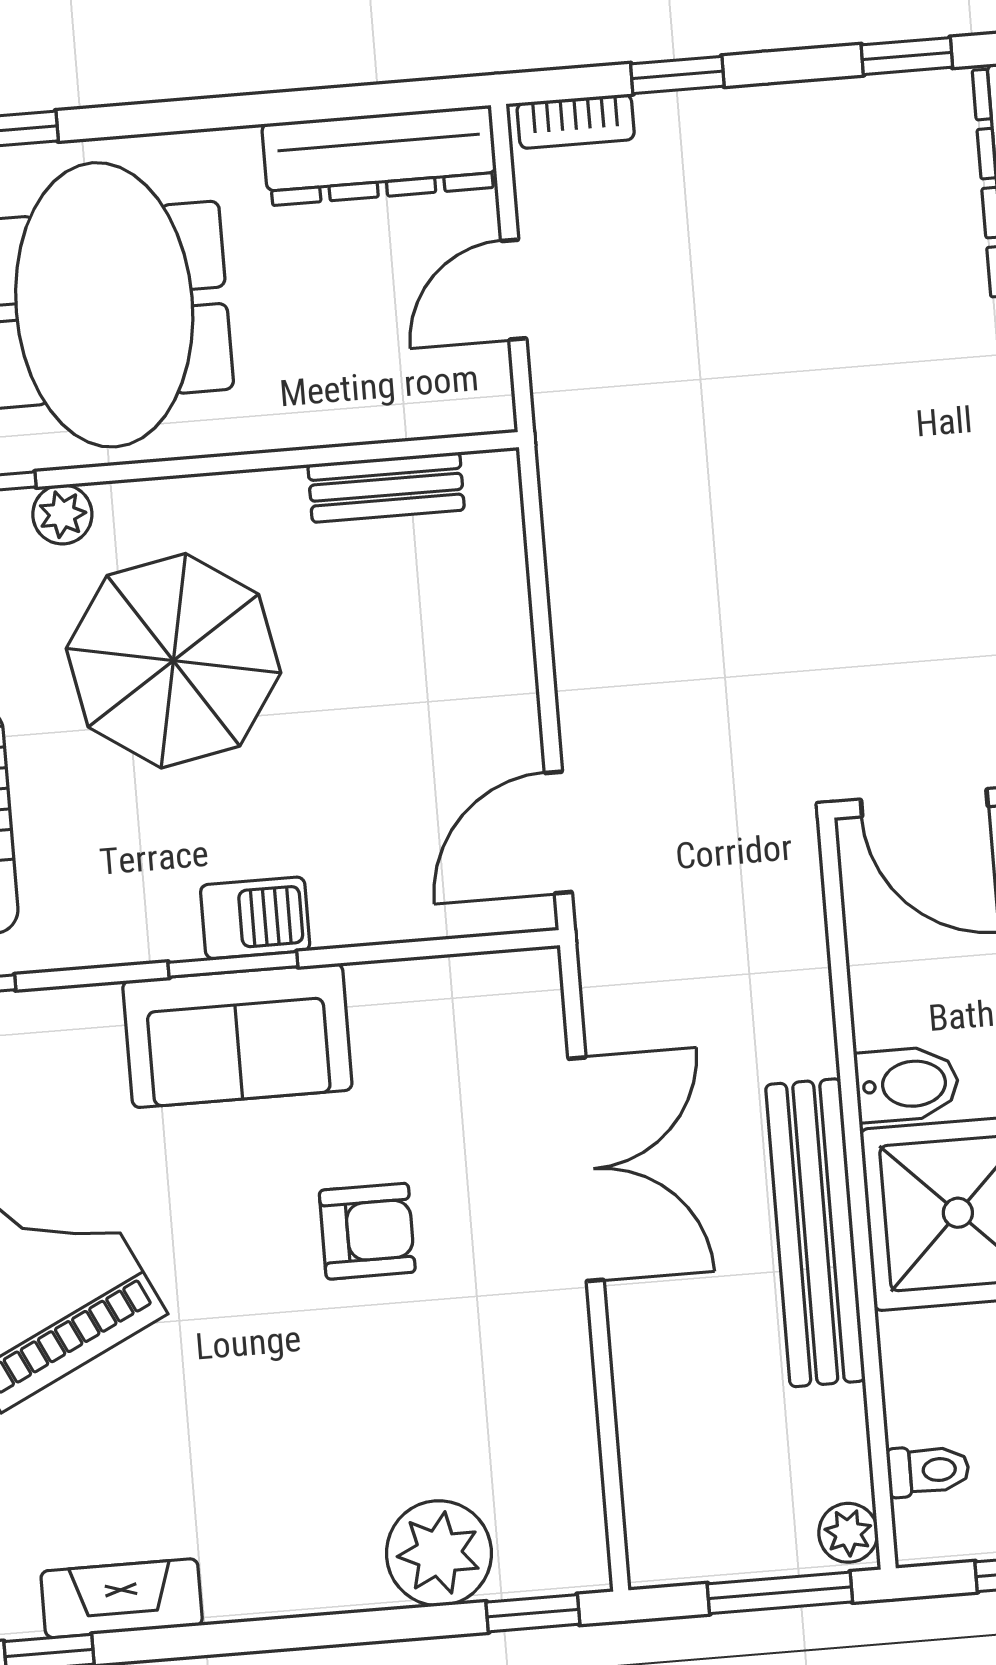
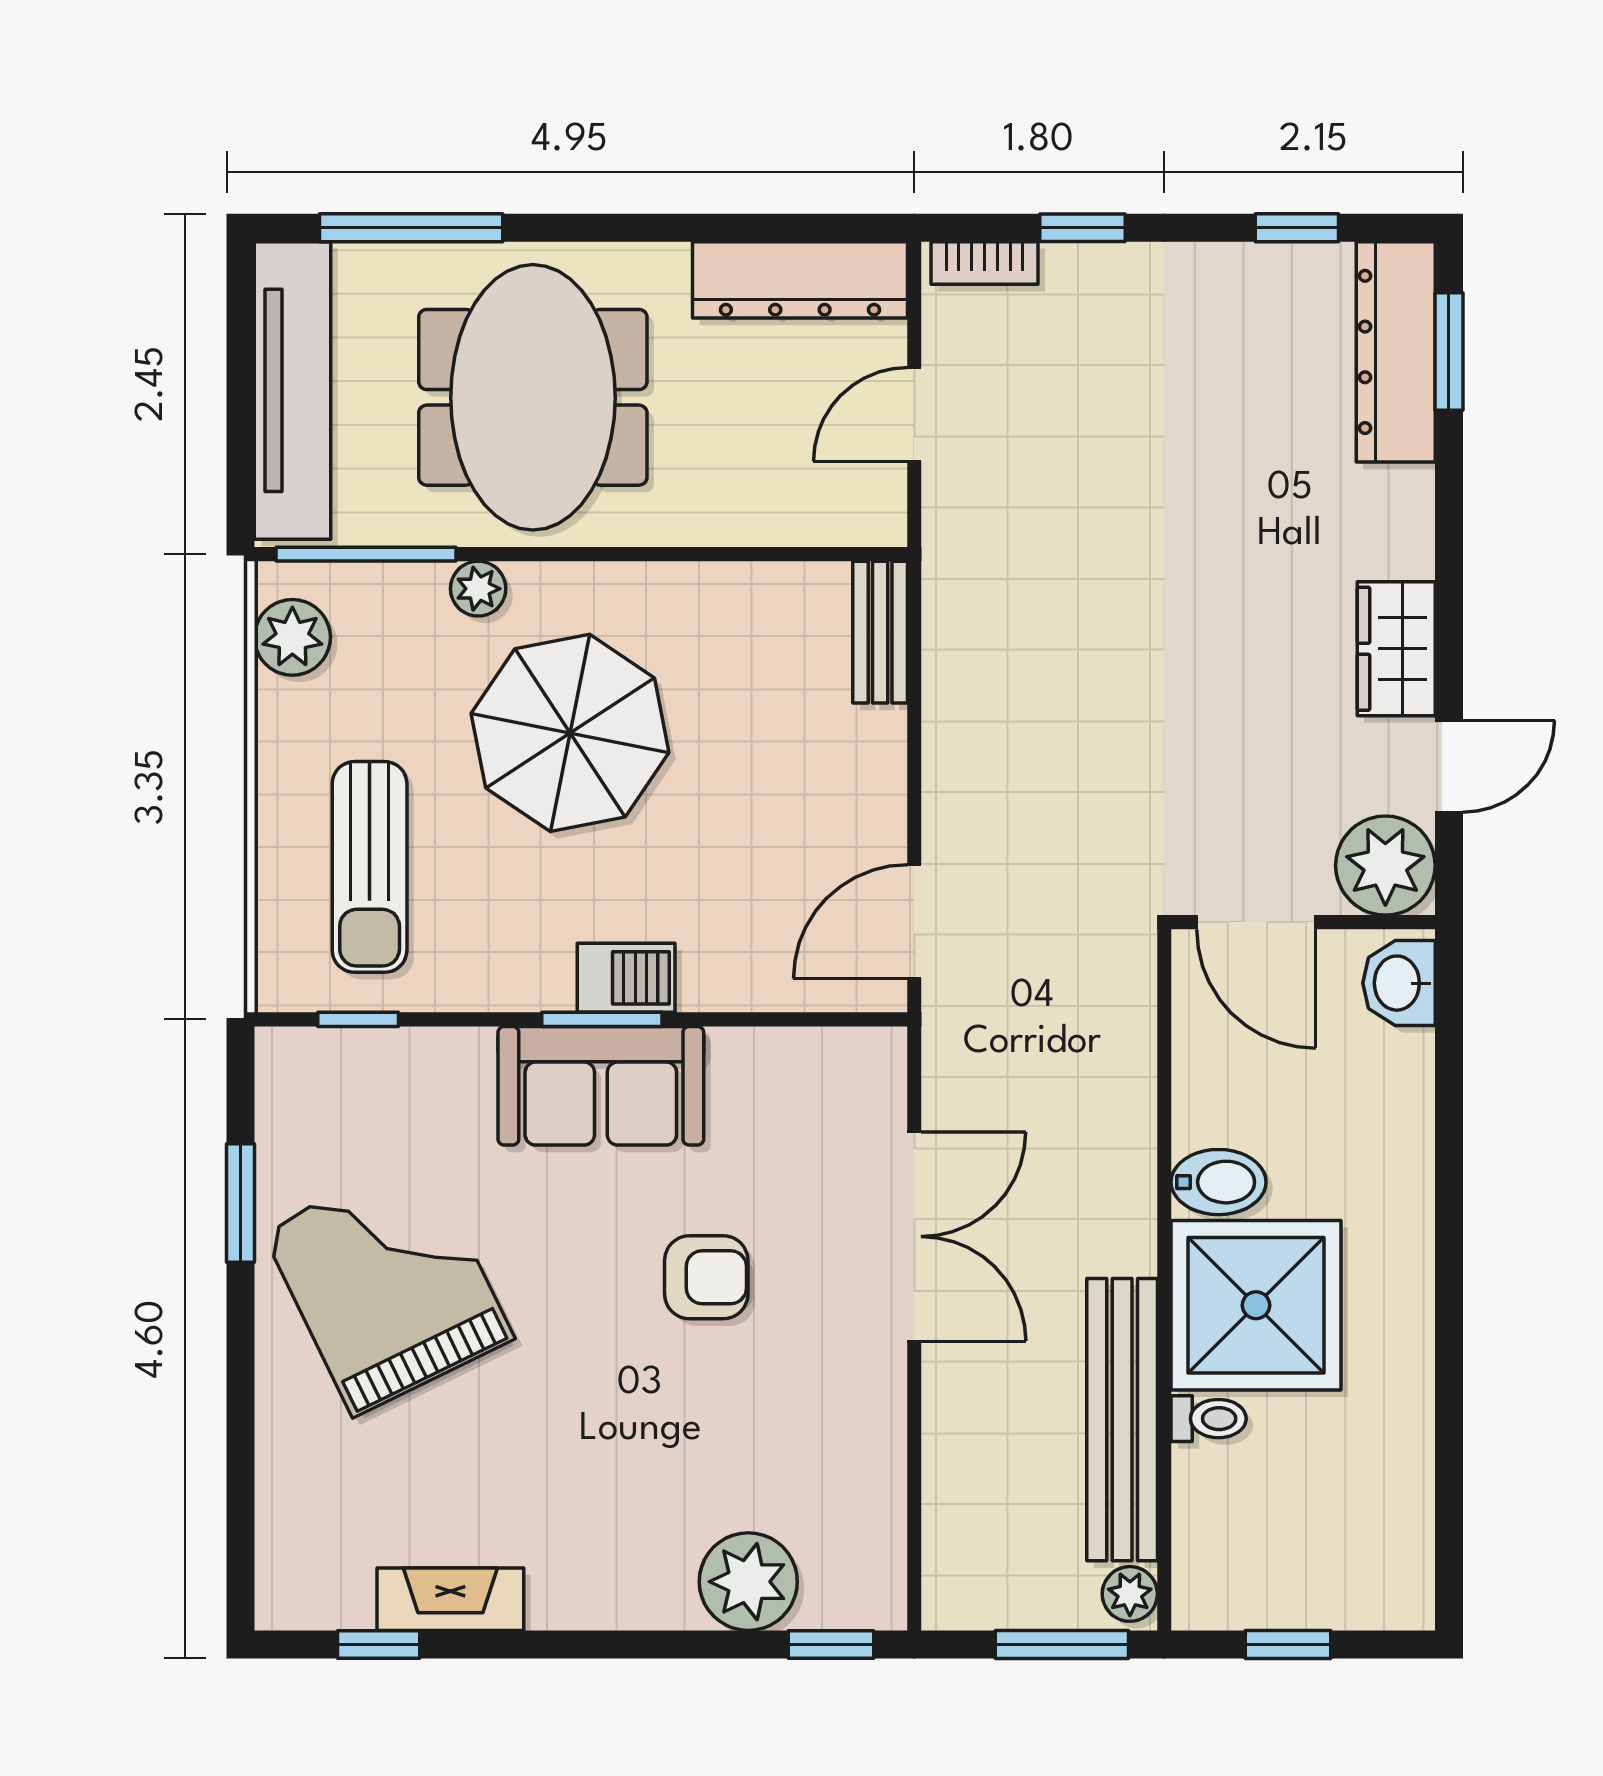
bench: (386, 487) -> (880, 632), moved, turned 90
bench: (815, 1233) -> (1122, 1420), moved
toilet: (928, 1470) -> (1209, 1419), moved

